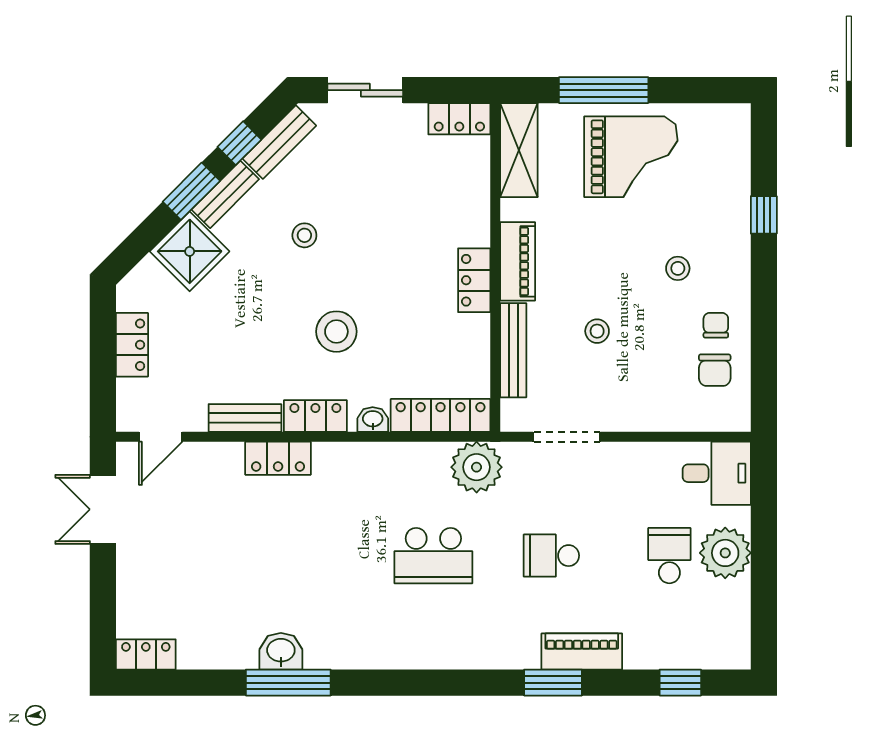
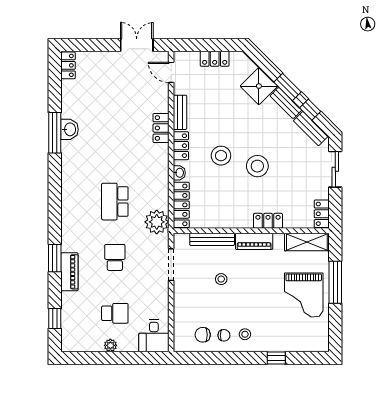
stool: (304, 235) -> (257, 166), moved, width x1.89, depth x1.89
stool: (678, 268) -> (245, 334), moved
locker: (474, 280) -> (268, 221), moved
plant: (725, 553) -> (110, 345), width x0.53, depth x0.53

